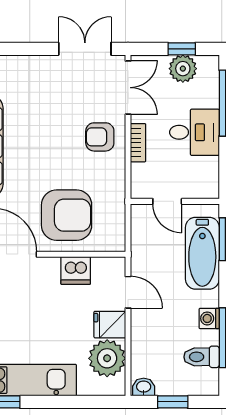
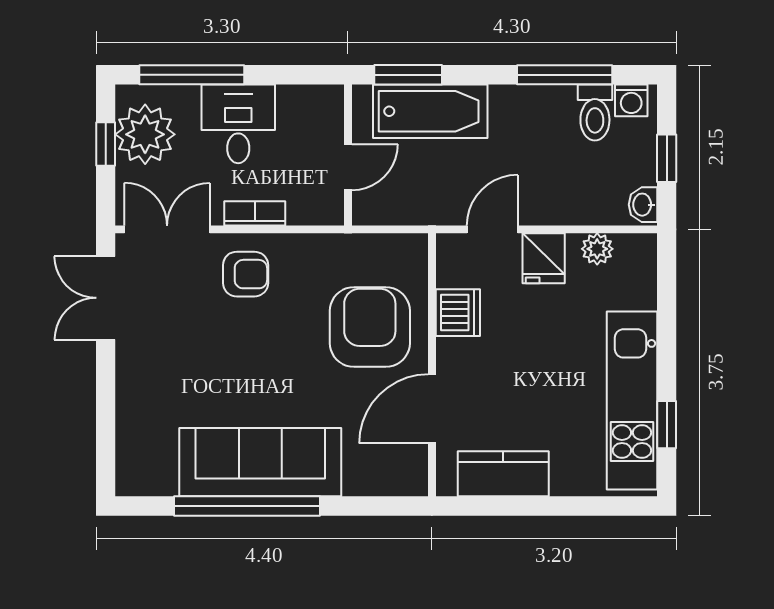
plant: (183, 69) -> (145, 134), width x1.36, depth x1.36
armchair: (100, 137) -> (246, 274), turned -90
washing machine: (209, 318) -> (631, 100), moved
plant: (107, 358) -> (597, 249), width x0.53, depth x0.53

